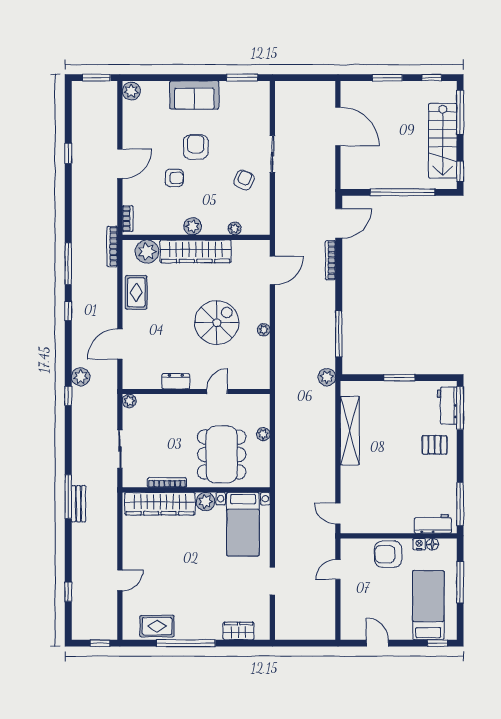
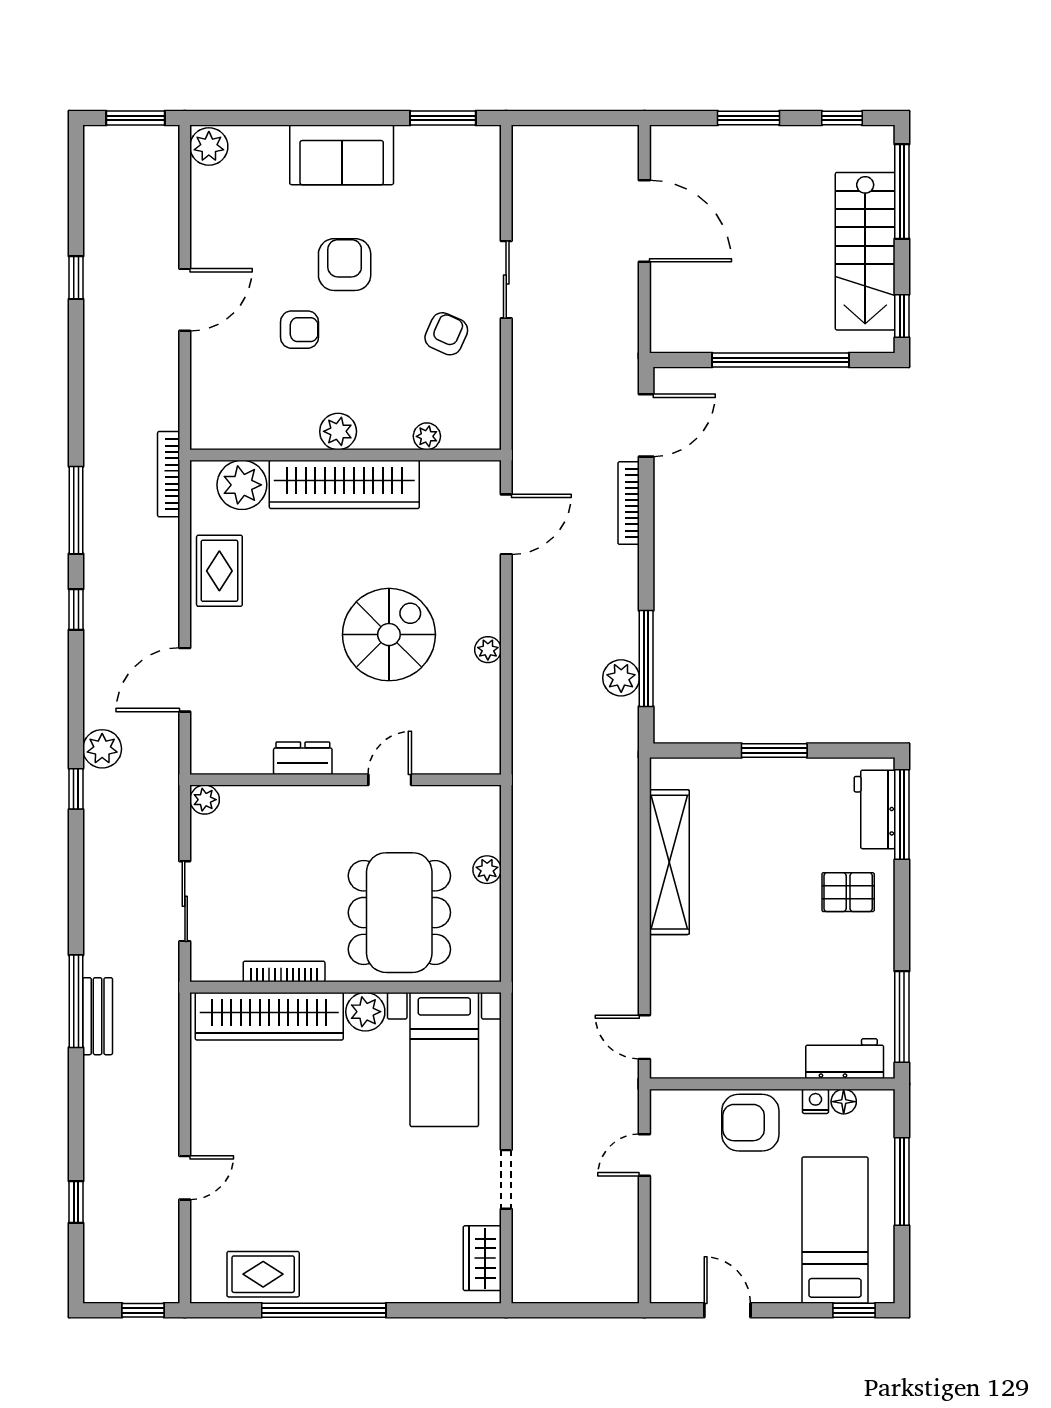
bookcase: (128, 219) -> (201, 415), removed
plant: (327, 377) -> (621, 678), moved
wardrobe: (239, 631) -> (482, 1258), moved, turned -90

